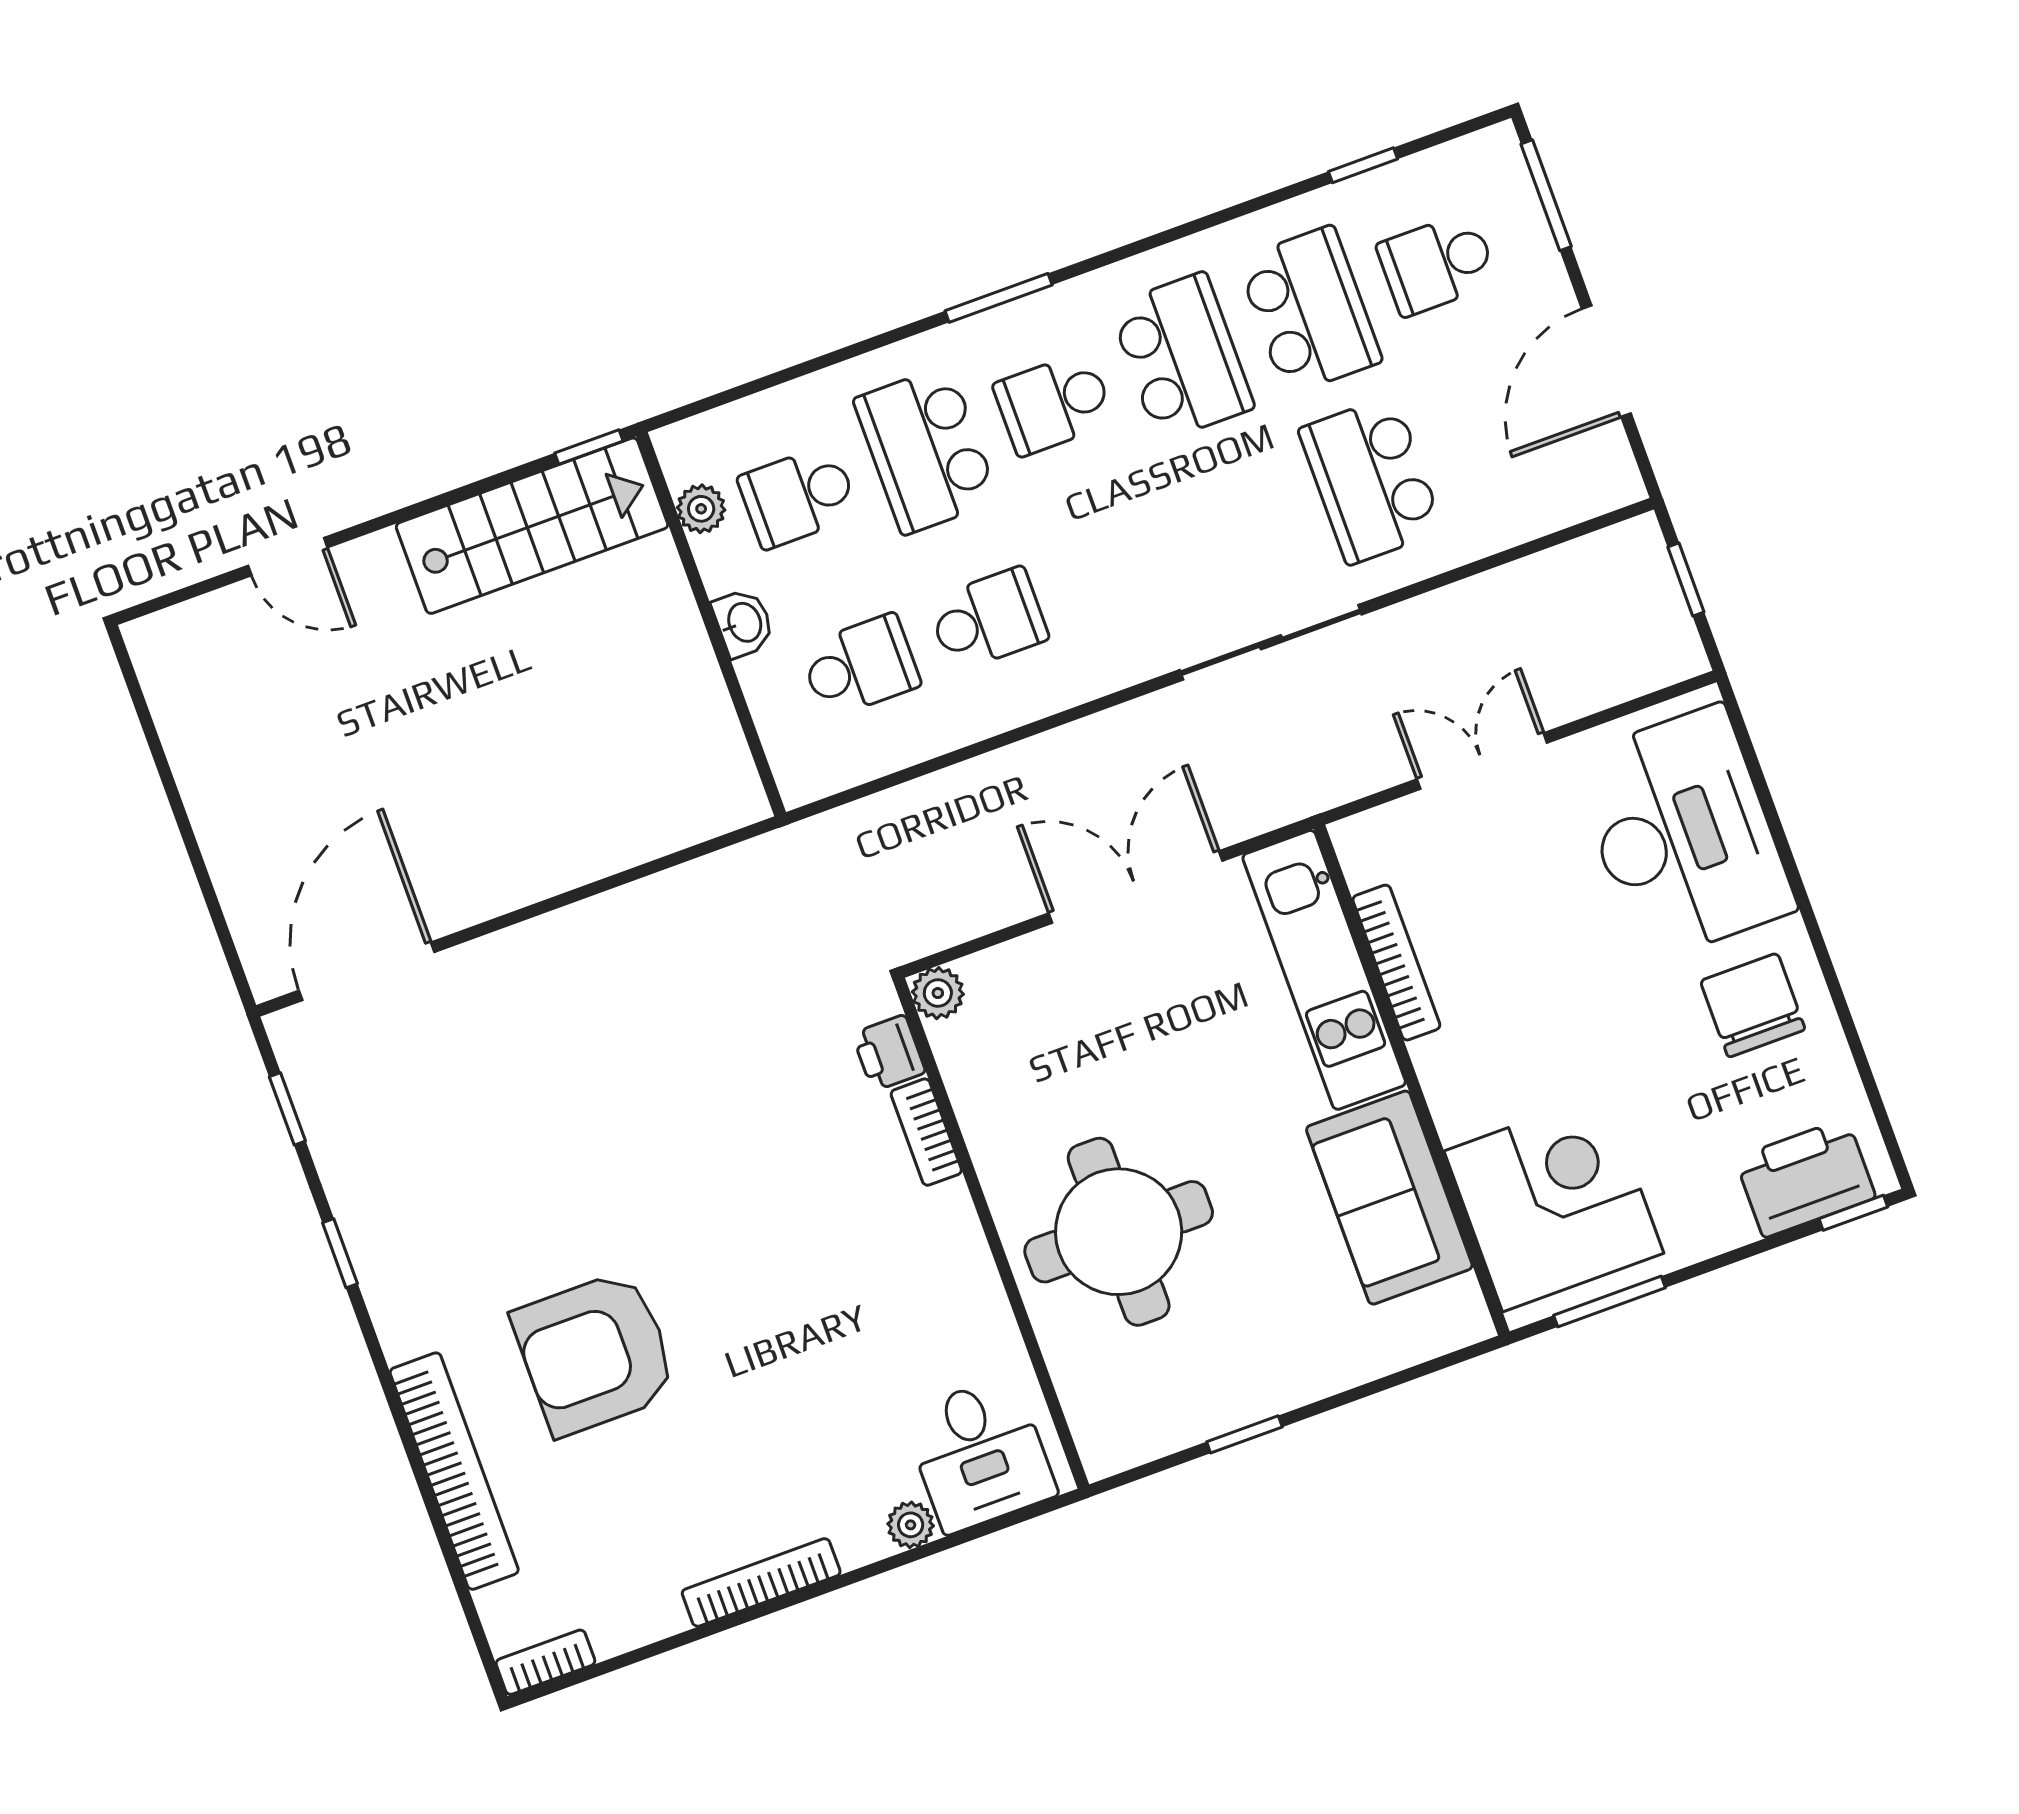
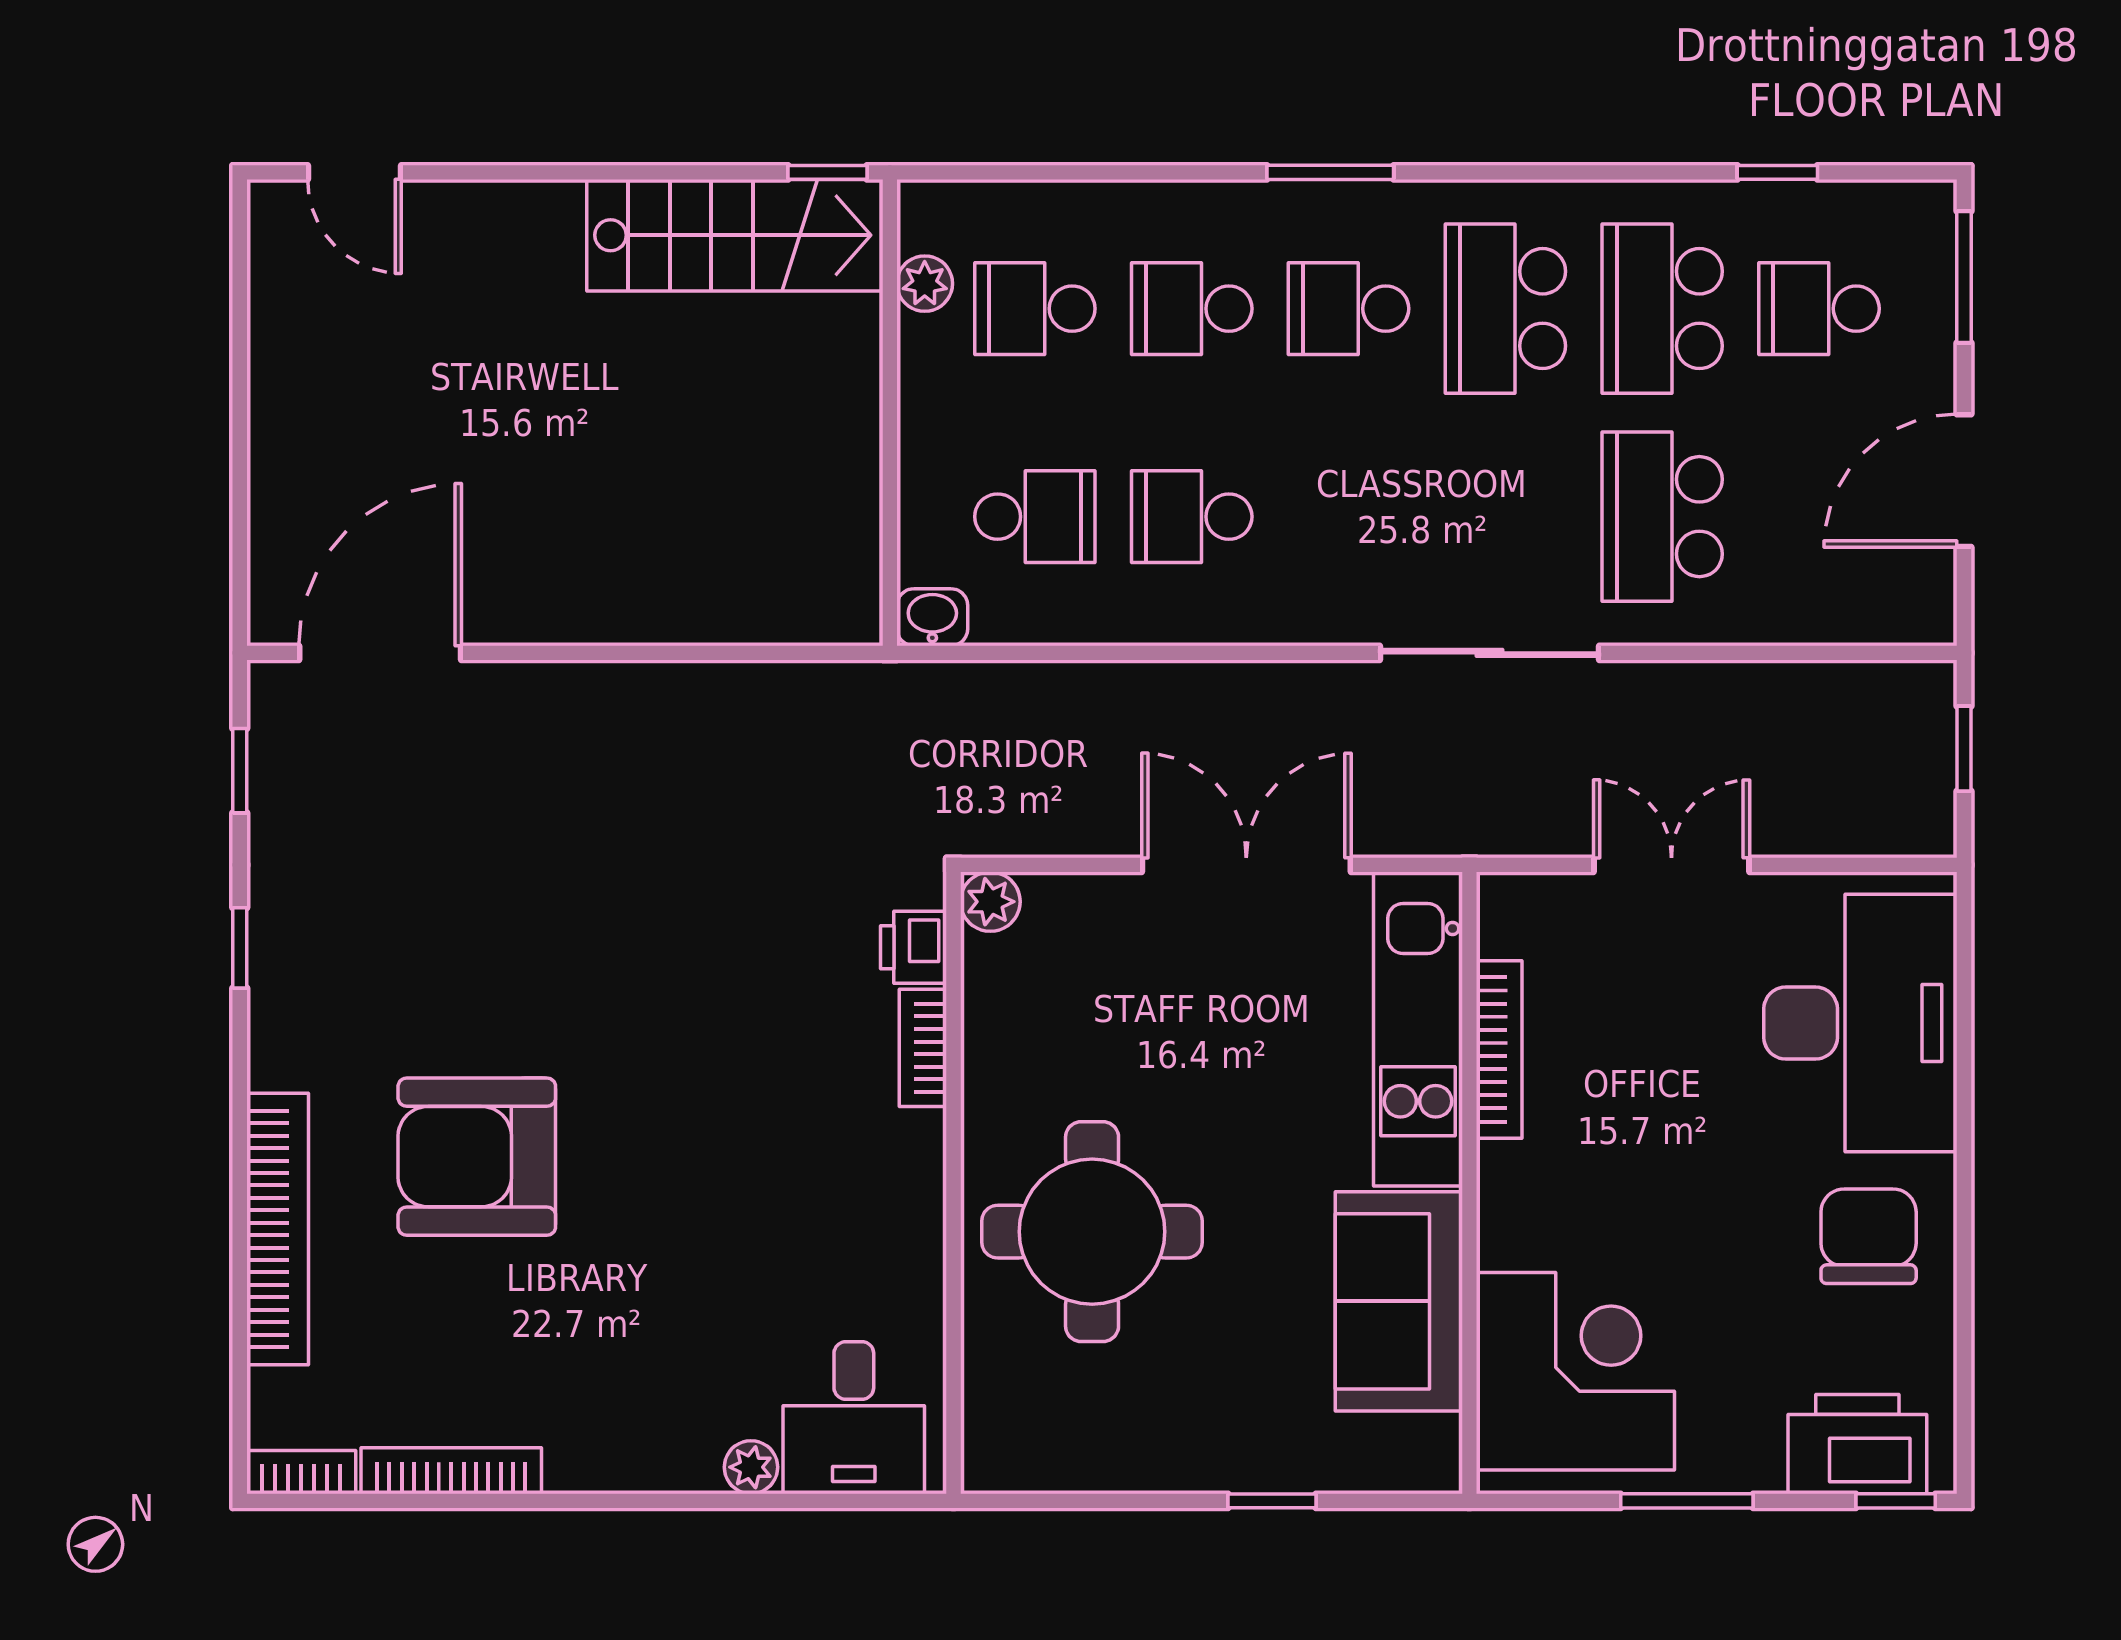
school desk: (1309, 310) -> (1662, 309), turned 180
school desk: (1182, 357) -> (1505, 309), turned 180
school desk: (926, 450) -> (1192, 309), width x0.54
door: (288, 557) -> (354, 172), moved
school desk: (988, 619) -> (1192, 517), turned 180
washbasin: (743, 623) -> (932, 617), moved, turned -90
window: (1610, 1302) -> (1687, 1501), moved
window: (1244, 1434) -> (1272, 1501), moved
bookcase: (761, 1582) -> (451, 1471), moved

